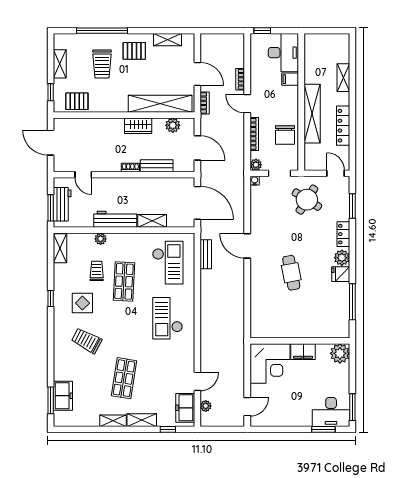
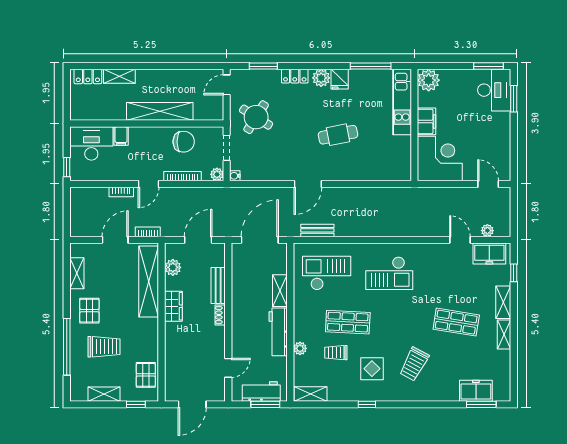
locker: (343, 126) -> (88, 76), moved, width x0.66
kitchen unit: (320, 330) -> (402, 102), added

